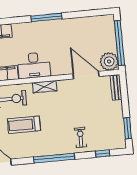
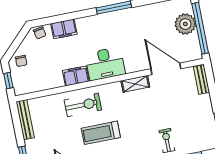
plant: (109, 61) -> (185, 24), moved
shelving: (45, 87) -> (135, 84), moved

